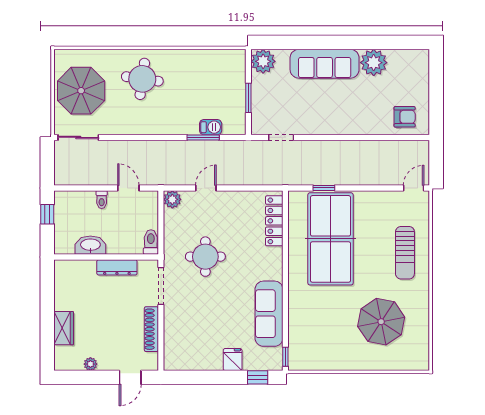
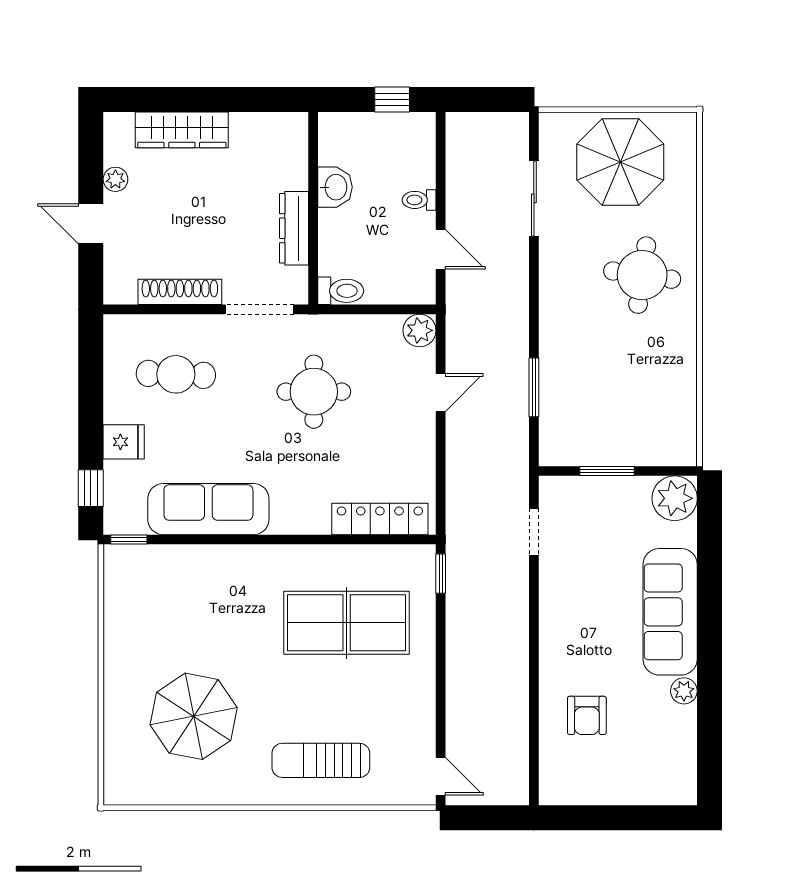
plant: (374, 63) -> (684, 691), width x0.53, depth x0.53
armchair: (405, 117) -> (587, 715), moved
barbecue: (211, 127) -> (553, 401), removed
sliding door: (78, 137) -> (534, 198), moved
door: (128, 188) -> (441, 249), hinge flipped
door: (206, 188) -> (441, 393), hinge flipped
window: (324, 188) -> (441, 574), moved
table tennis table: (330, 239) -> (347, 623), width x0.73, depth x0.76
washbasin: (90, 245) -> (335, 187), width x0.72
wardrobe: (64, 328) -> (182, 130), width x1.50
cafe table: (196, 331) -> (176, 374), added
door: (130, 377) -> (91, 224), moved

